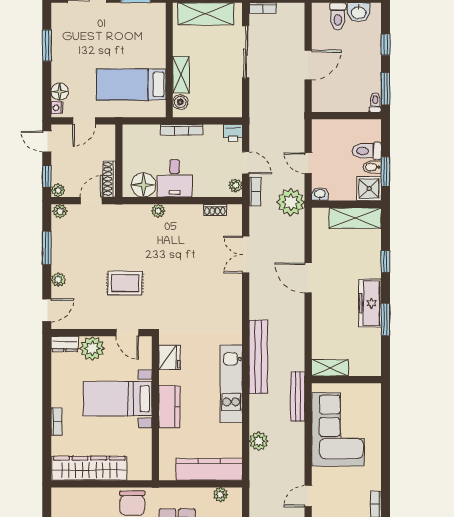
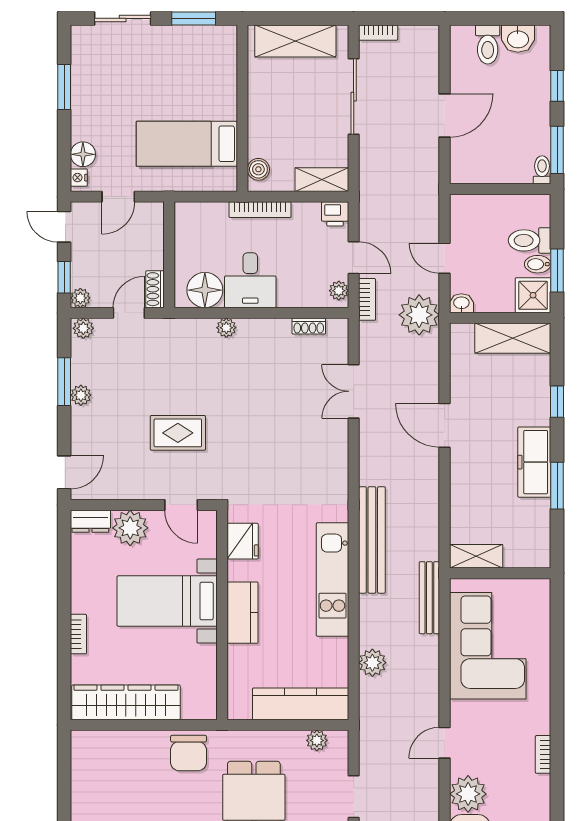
shelving: (181, 75) -> (322, 180), moved, turned 90
shoe rack: (109, 179) -> (155, 289), width x0.70
plant: (58, 280) -> (81, 395), moved

